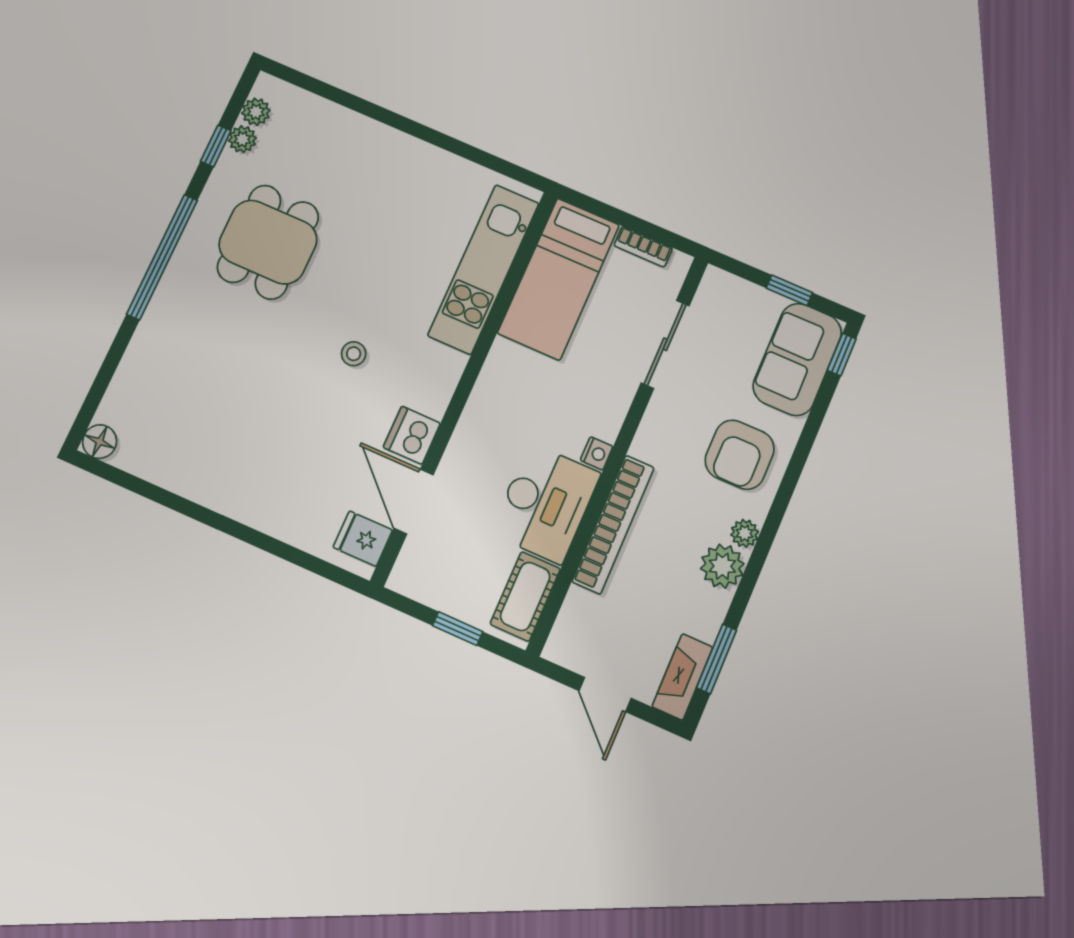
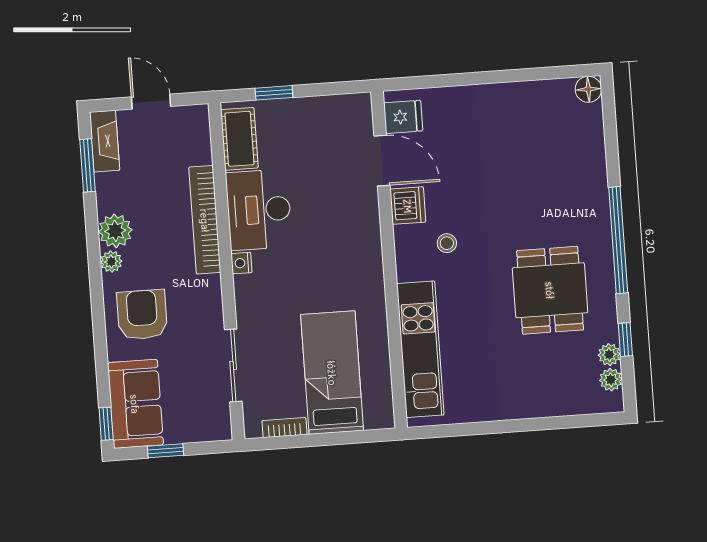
kitchen unit: (483, 269) -> (420, 349), moved
wall: (465, 386) -> (389, 260), moved
dishwasher: (412, 435) -> (408, 206), moved
door: (414, 502) -> (382, 161), moved
fridge: (363, 539) -> (403, 117), moved

